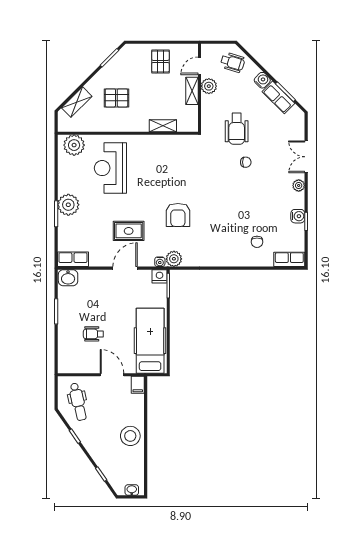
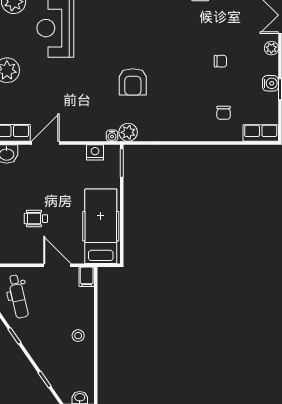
chair: (246, 162) -> (220, 61), moved
rug: (129, 231) -> (76, 100), removed
door: (125, 268) -> (45, 143), moved
nightstand: (160, 276) -> (95, 152), moved
stool: (130, 436) -> (78, 336), width x0.53, depth x0.53

